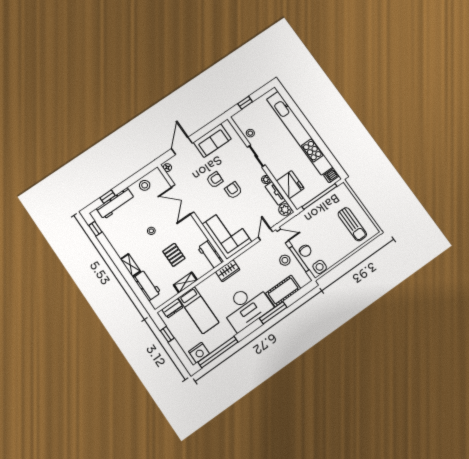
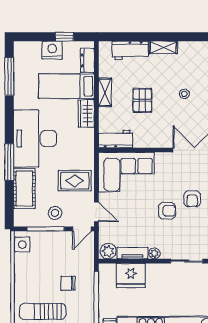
chair: (305, 251) -> (68, 283), moved
pallet: (174, 255) -> (142, 100), turned 90
rug: (256, 262) -> (75, 181), added
wardrobe: (228, 271) -> (86, 113), moved
window: (218, 352) -> (9, 77), width x0.68
nightstand: (199, 353) -> (52, 50), moved, turned 90

